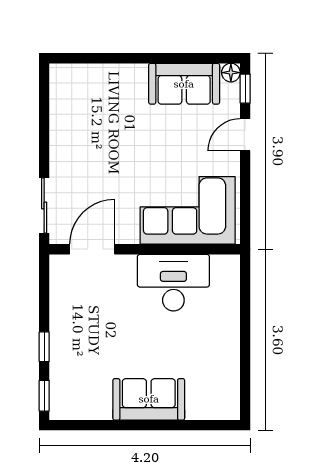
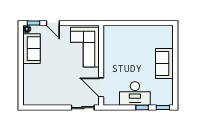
desk: (173, 283) -> (135, 94), moved, turned -90

